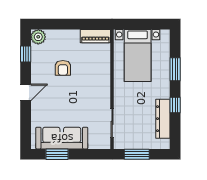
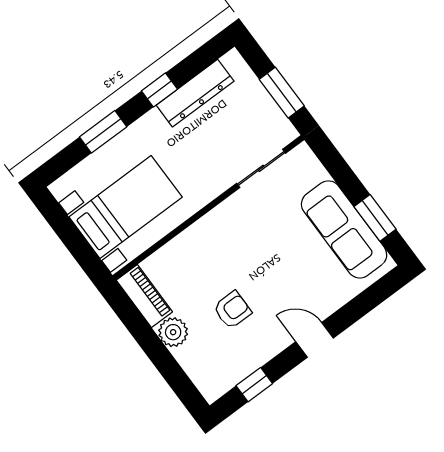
plant: (38, 37) -> (173, 332), moved

